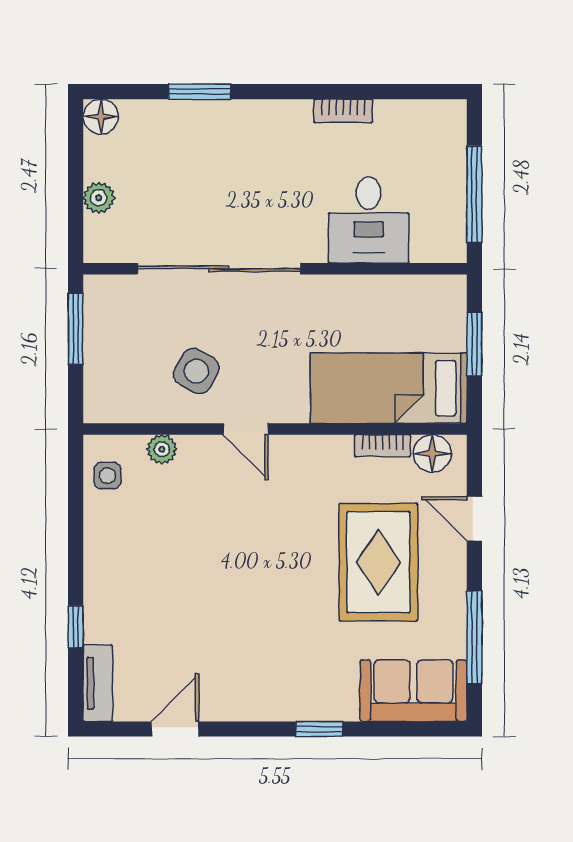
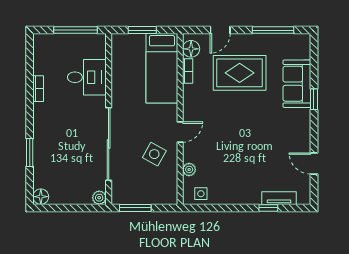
plant: (99, 198) -> (99, 198), moved
tv unit: (98, 683) -> (279, 198), moved
sofa: (413, 691) -> (297, 84), moved

